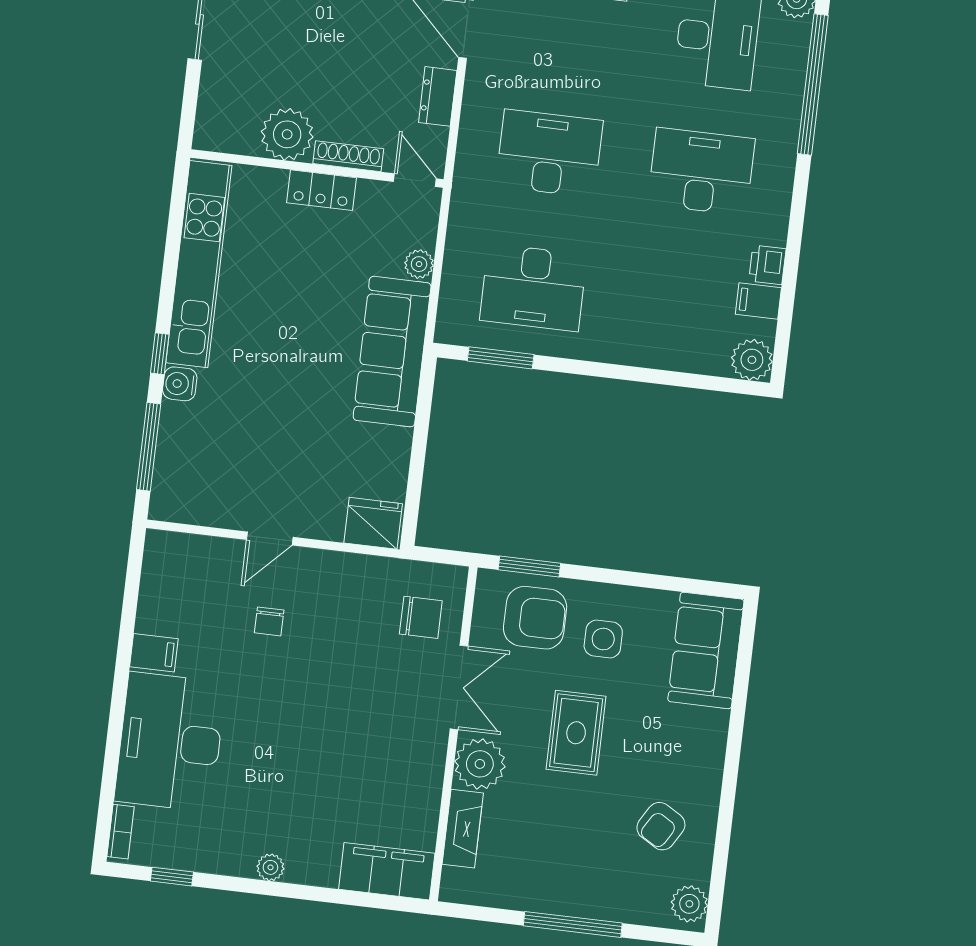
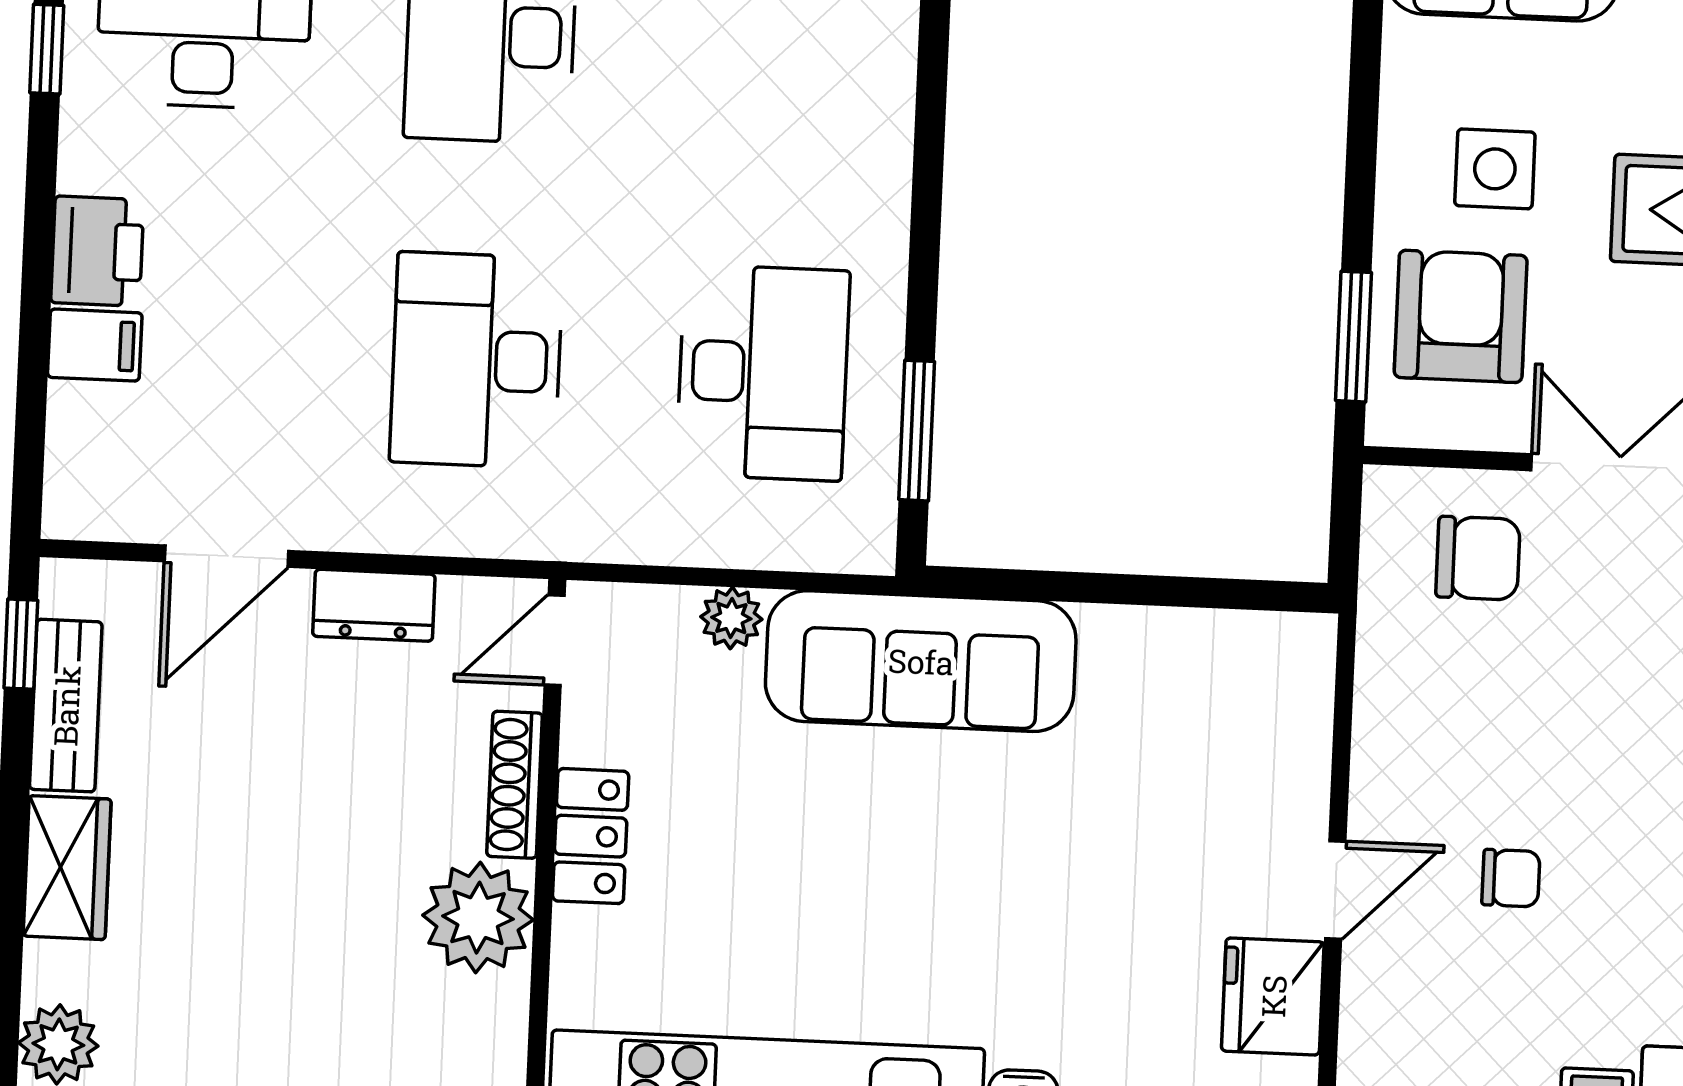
fridge: (373, 523) -> (1273, 996), moved
door: (270, 538) -> (1335, 890), hinge flipped
chair: (421, 617) -> (1478, 558), turned 90

